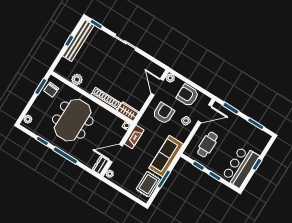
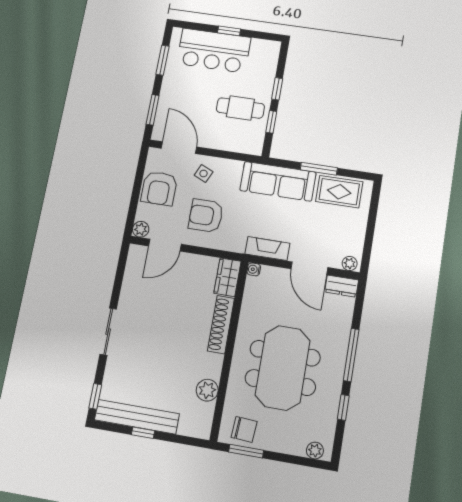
meeting table: (73, 120) -> (283, 368), turned 90
cafe table: (207, 144) -> (240, 108), moved
bar counter: (240, 167) -> (214, 51), moved

